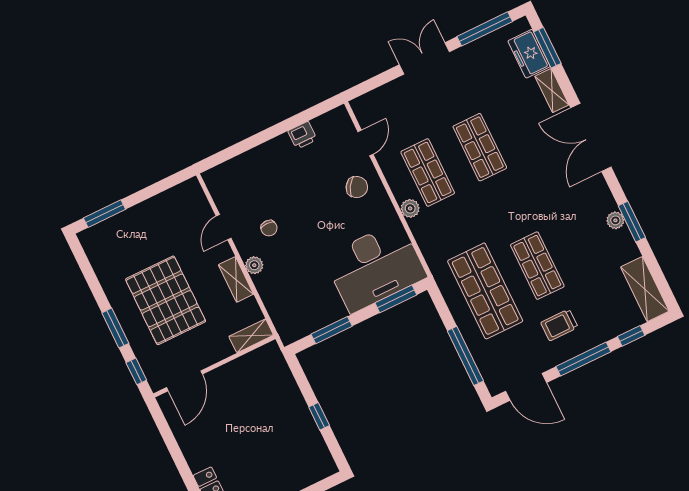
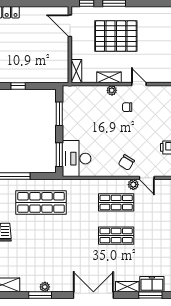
plant: (410, 208) -> (133, 185), moved
shop shelf: (537, 266) -> (41, 236), removed
desk: (375, 267) -> (77, 159), width x0.73, depth x0.77

